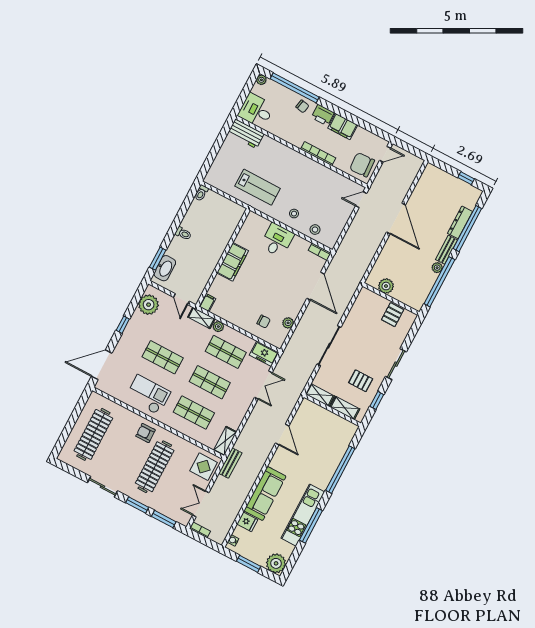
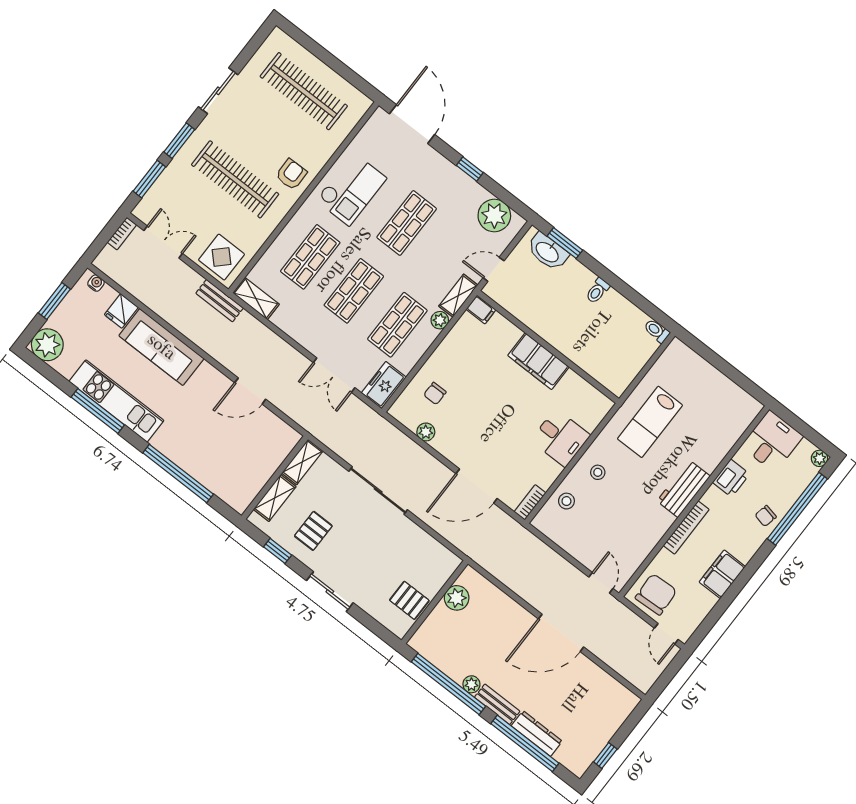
printer: (323, 115) -> (731, 478), moved, turned 180
workbench: (246, 134) -> (684, 489), moved

